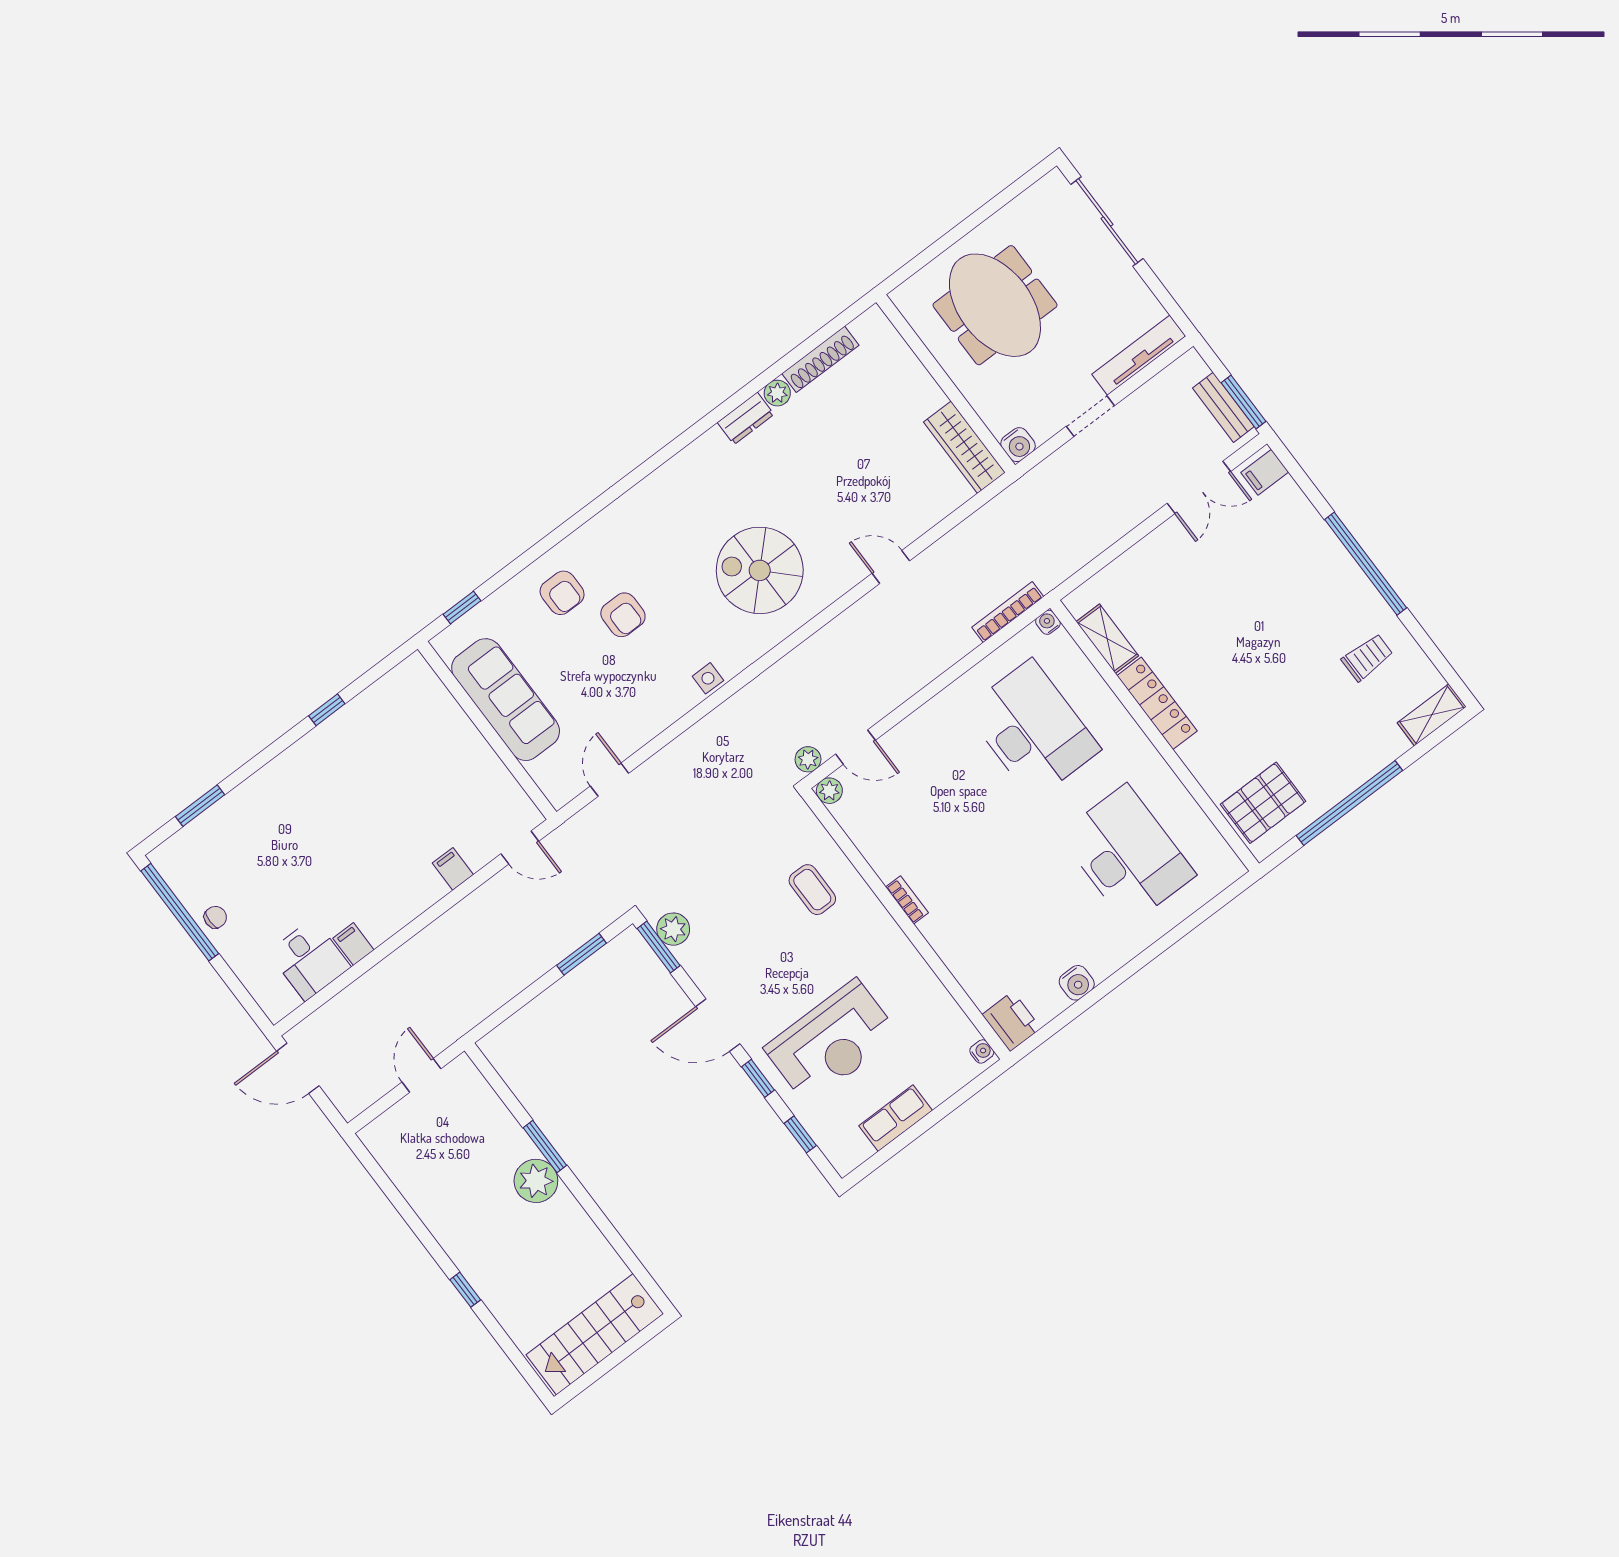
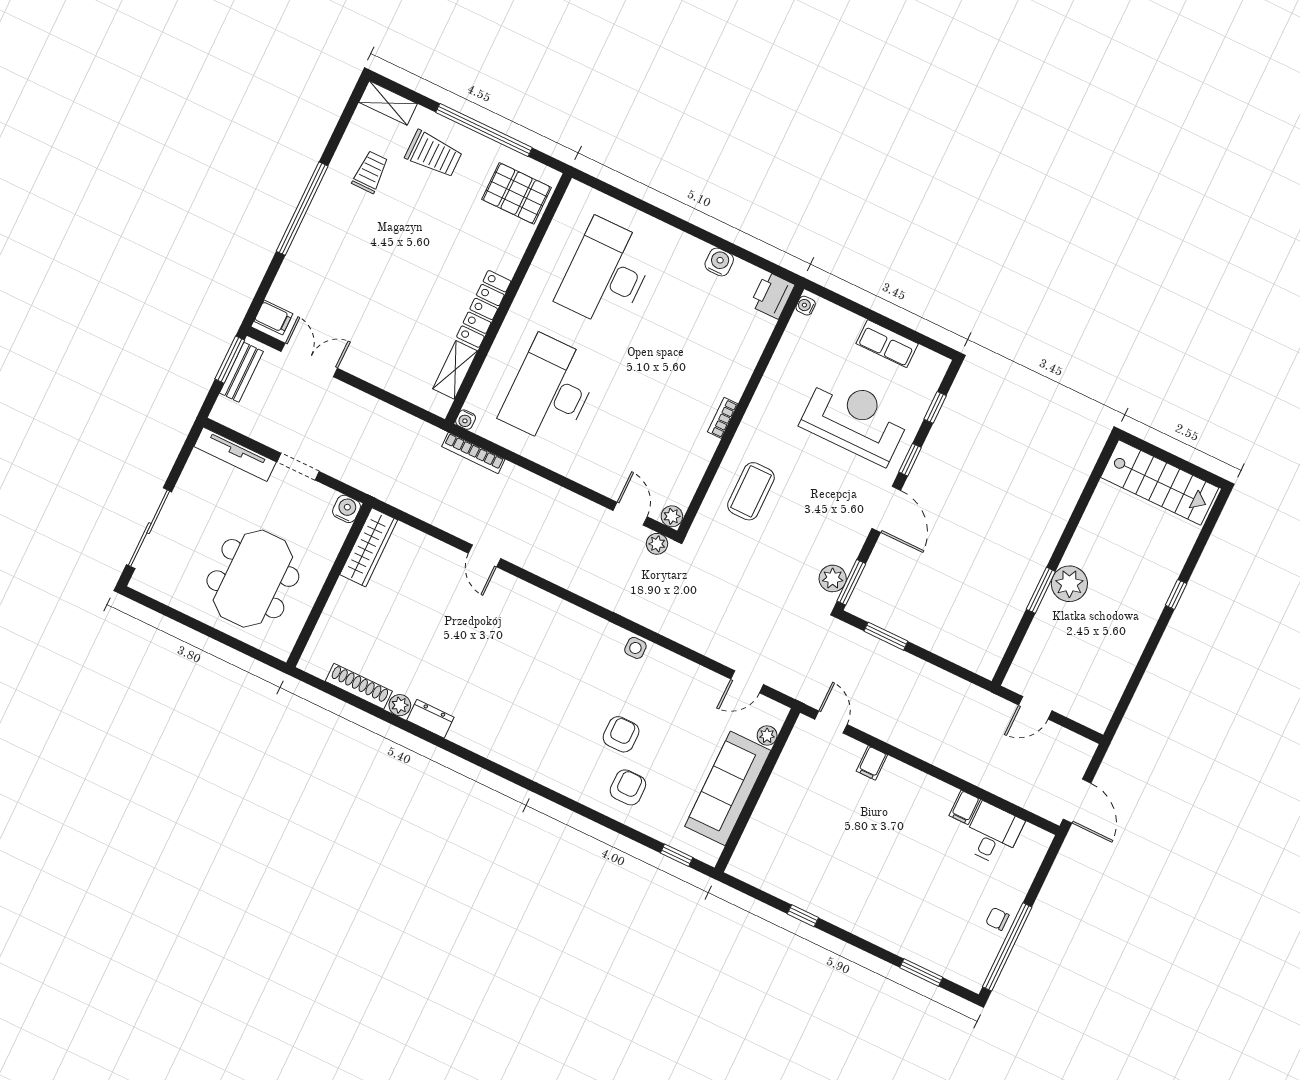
spiral stairs: (760, 570) -> (537, 651), removed
trolley: (1367, 657) -> (370, 172), turned 90
trolley: (1351, 735) -> (434, 154), added
plant: (541, 771) -> (767, 735), added
coffee table: (812, 890) -> (751, 491), width x1.36, depth x1.30

